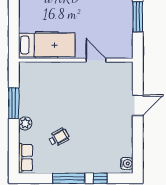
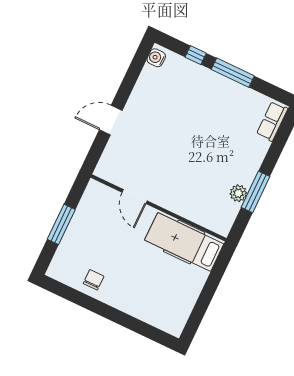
plant: (25, 123) -> (238, 193), moved
wheelchair: (59, 137) -> (221, 126), removed

